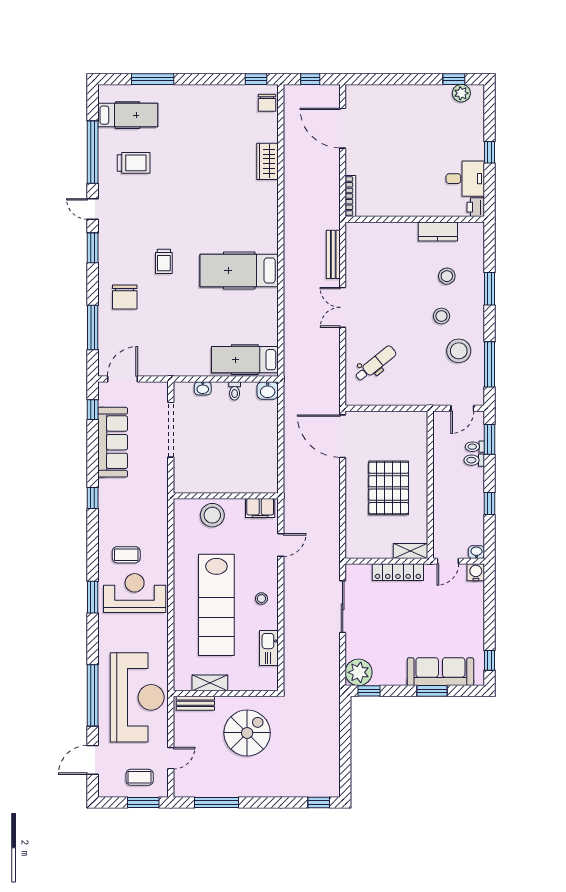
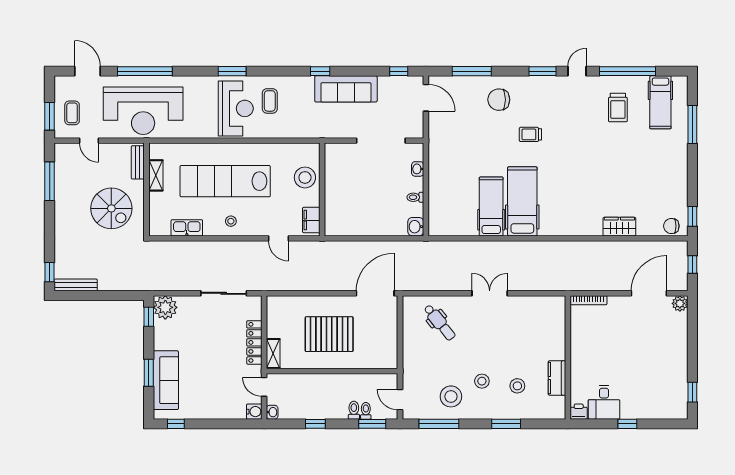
plant: (461, 93) -> (680, 303), moved
bench: (333, 254) -> (76, 285), moved
hospital bed: (245, 360) -> (491, 206), moved
sofa: (113, 442) -> (346, 89), moved

